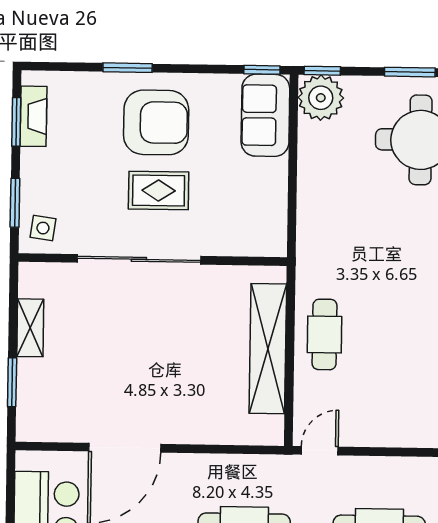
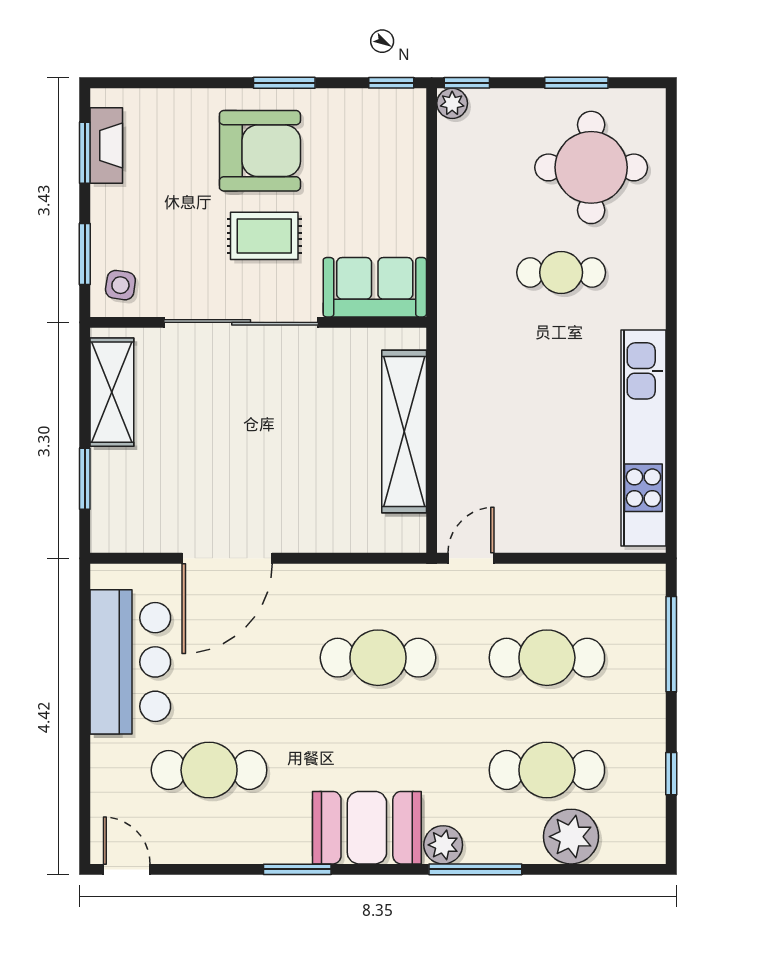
window: (128, 68) -> (284, 83), moved
plant: (321, 98) -> (452, 103), width x0.53, depth x0.53
sofa: (265, 115) -> (375, 287), moved, turned 90
shelving: (30, 328) -> (112, 392), width x1.50, depth x1.33
cafe table: (325, 334) -> (561, 272), moved, turned 90

